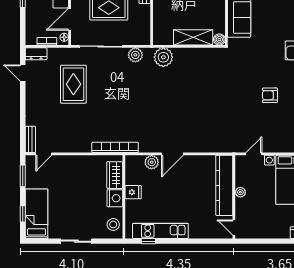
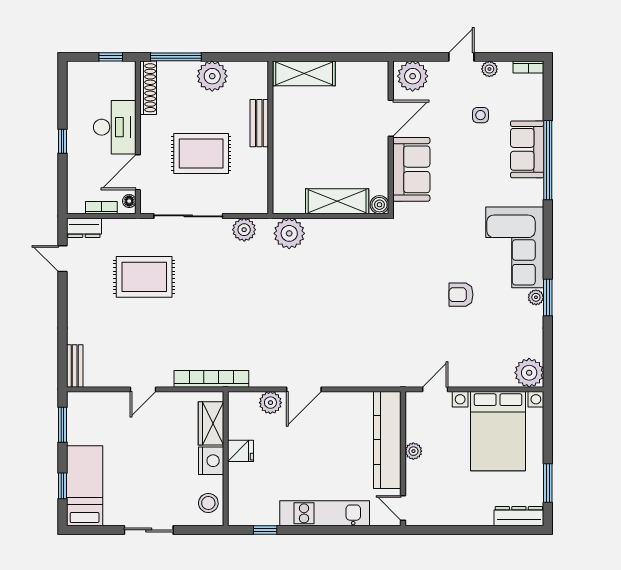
rug: (73, 84) -> (144, 277), turned 90
door: (44, 154) -> (143, 389), moved
kitchen unit: (160, 231) -> (325, 513), moved

